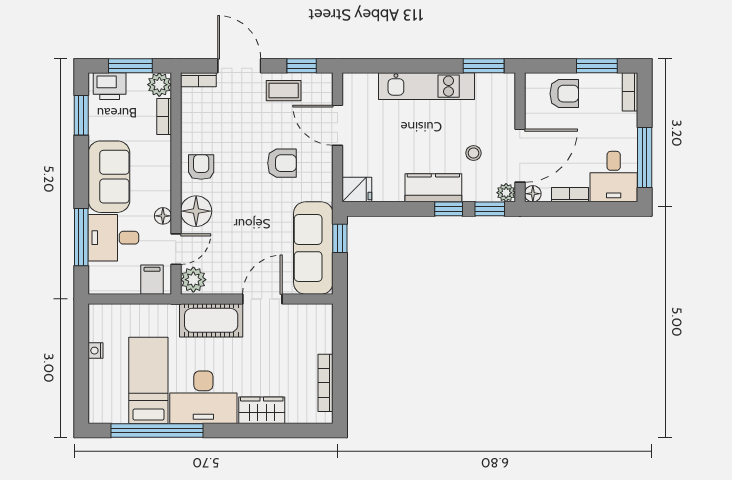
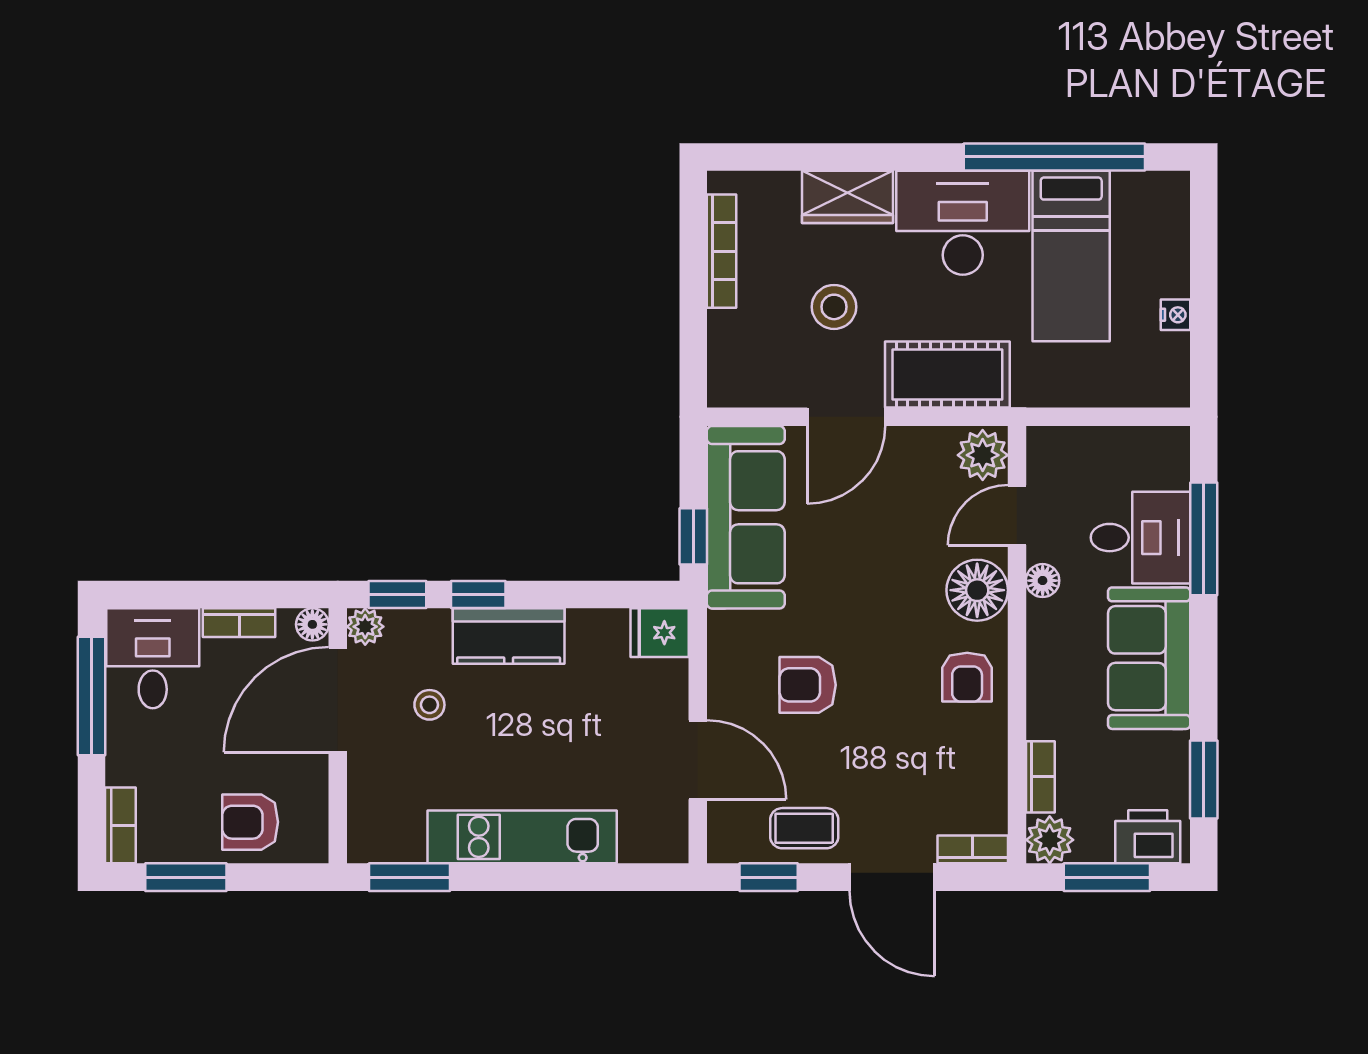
filing cabinet: (152, 280) -> (1064, 455), removed
stool: (269, 355) -> (834, 307), added

